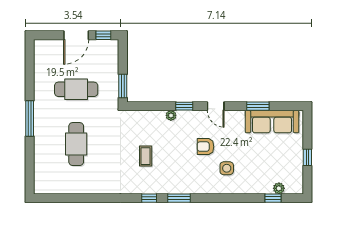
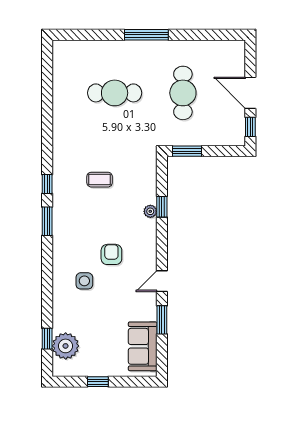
window: (184, 106) -> (162, 207), moved
door: (216, 106) -> (162, 281), moved
sofa: (272, 122) -> (143, 346), width x0.73
plant: (279, 188) -> (66, 346), width x1.88, depth x1.88

